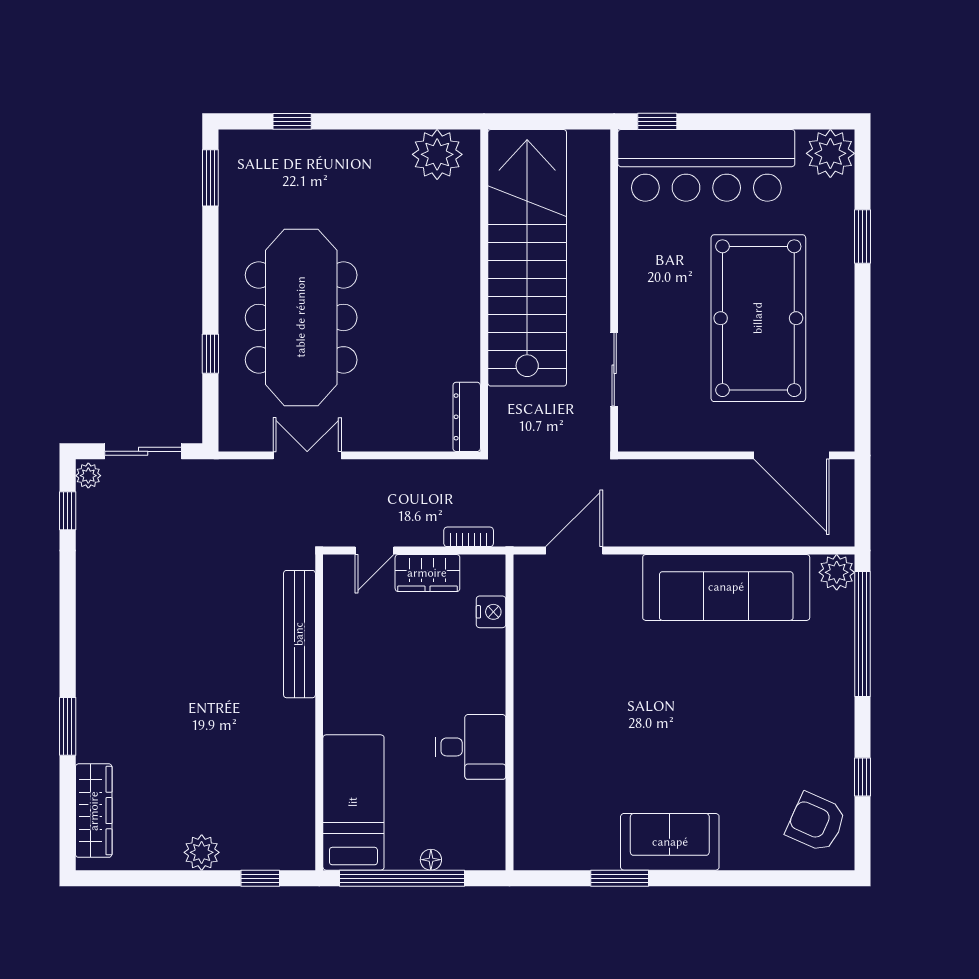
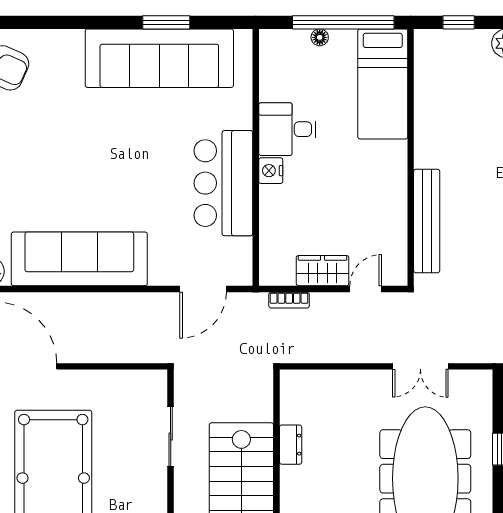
dresser: (467, 417) -> (291, 445), moved, width x0.70
nightstand: (491, 612) -> (271, 171), moved
bar counter: (549, 681) -> (223, 183), added
sofa: (670, 842) -> (159, 58), width x1.85, depth x1.27

